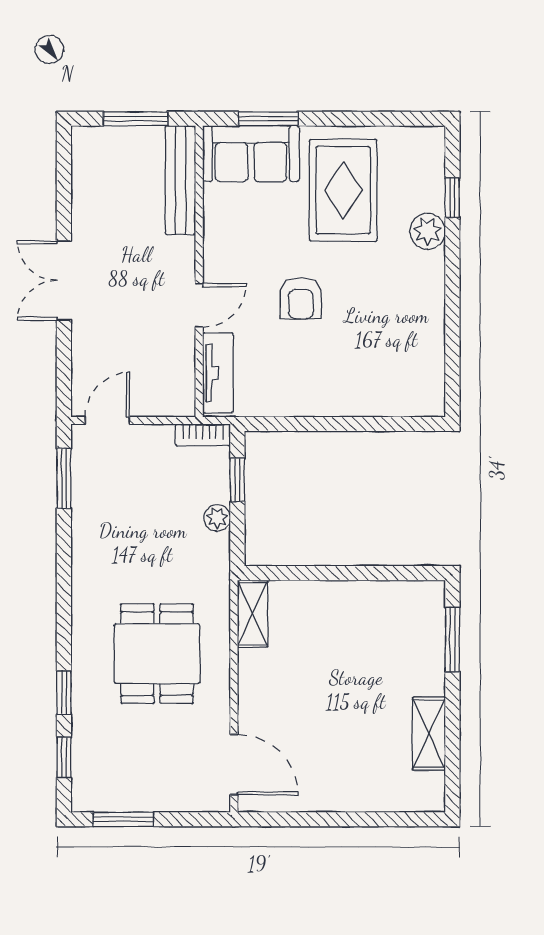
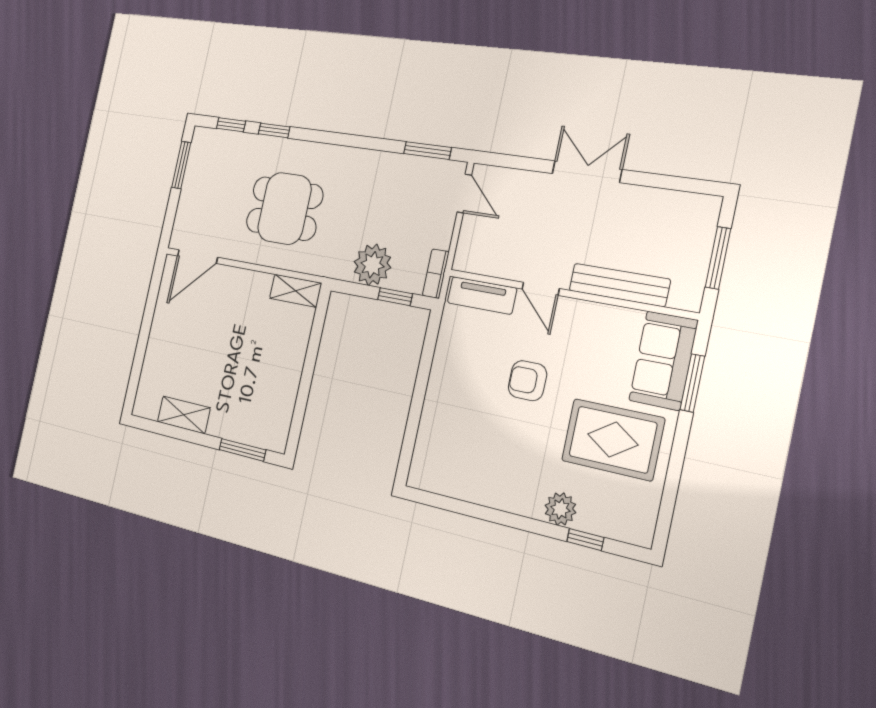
bench: (180, 180) -> (619, 285), moved
plant: (217, 518) -> (372, 265), width x1.88, depth x1.88

